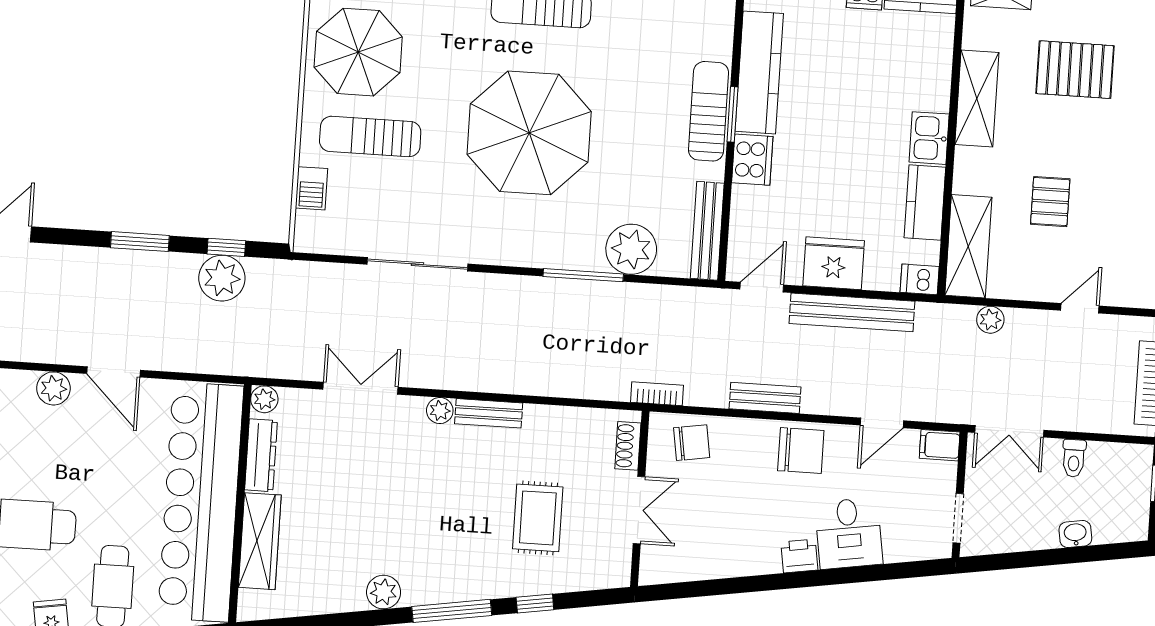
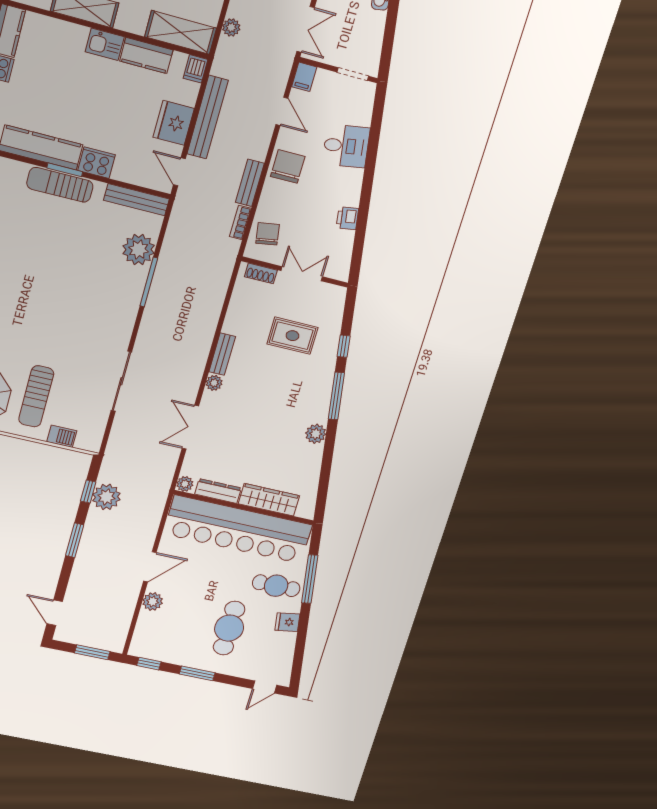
parasol: (529, 133) -> (52, 300), removed
bookcase: (657, 394) -> (240, 223), moved
printer: (799, 556) -> (347, 218), moved

